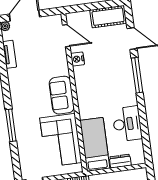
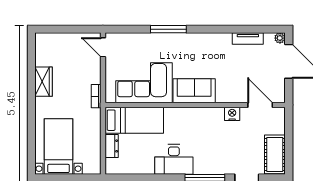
door: (66, 36) -> (260, 105), swing flipped
desk: (127, 124) -> (174, 159), moved

